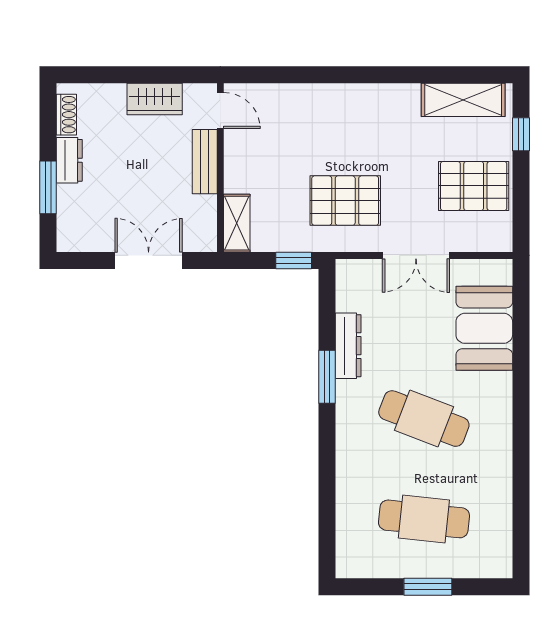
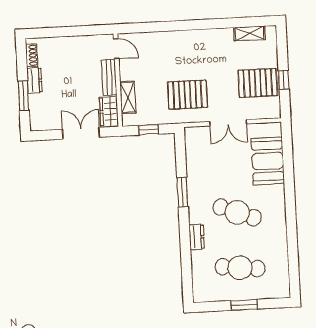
wardrobe: (155, 99) -> (109, 112), moved, turned 90
shelving: (463, 100) -> (249, 33), width x0.67, depth x0.75
window: (521, 134) -> (284, 80), moved
shelving: (237, 223) -> (128, 97), moved
window: (294, 260) -> (148, 130), moved
dresser: (348, 346) -> (197, 237), moved, width x0.70

